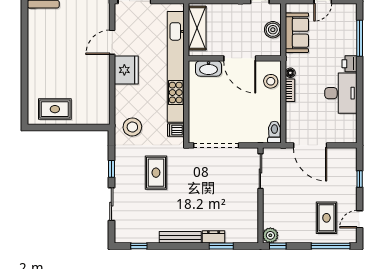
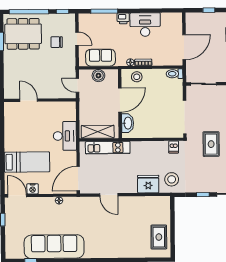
kitchen unit: (176, 67) -> (108, 148), width x0.54
fridge: (126, 70) -> (148, 184), moved
rug: (156, 173) -> (211, 144), moved, turned 90

